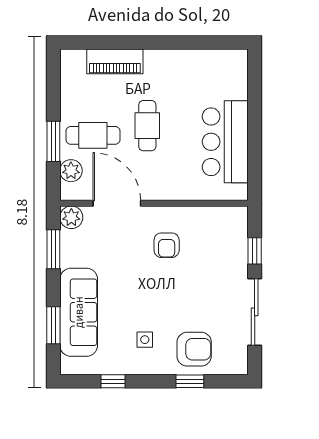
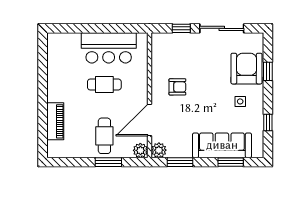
cafe table: (147, 126) -> (104, 85), moved
plant: (71, 171) -> (140, 150), moved
armchair: (194, 349) -> (247, 69), width x1.36, depth x1.36

